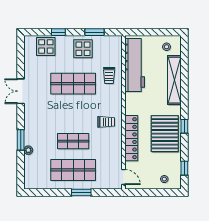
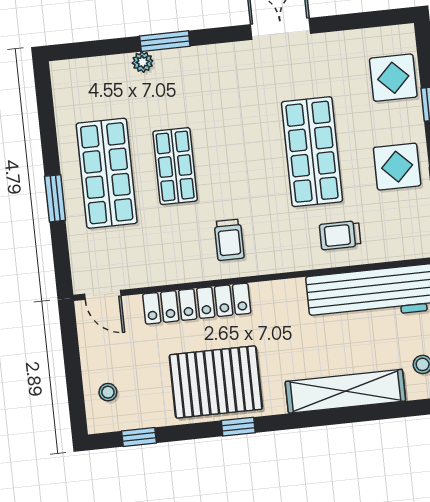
door: (124, 177) -> (103, 295), hinge flipped

